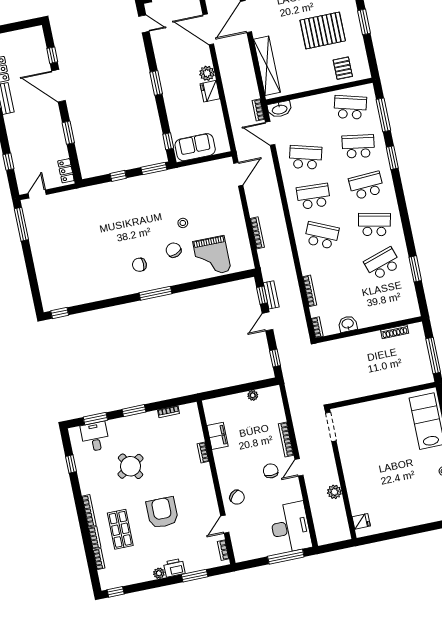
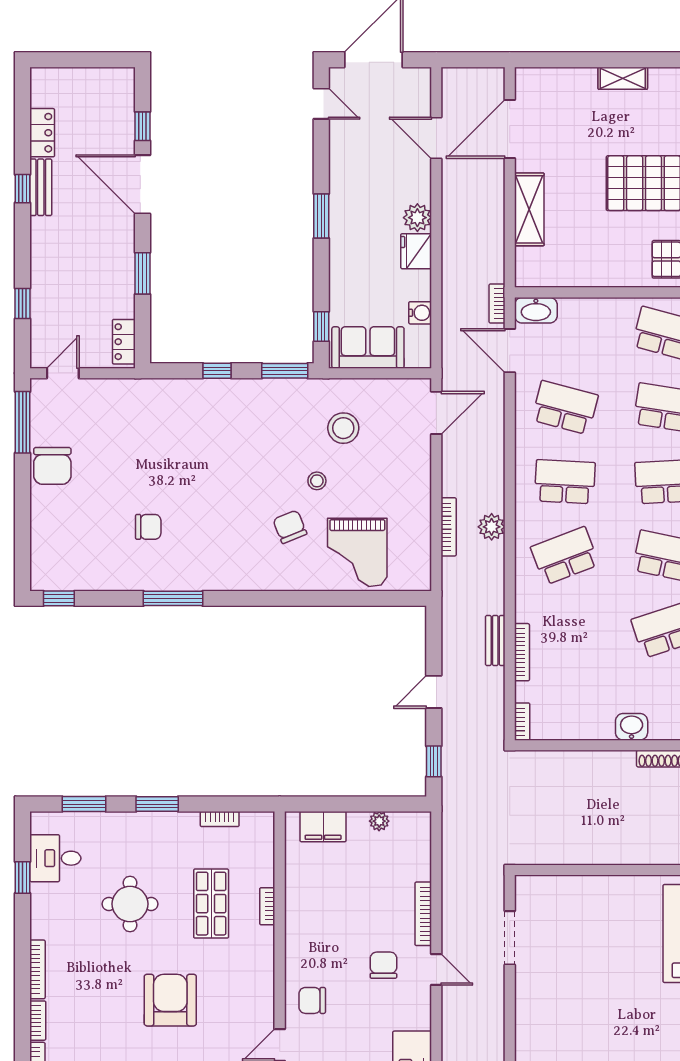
door: (208, 29) -> (436, 138), width x0.73
shelving: (267, 66) -> (529, 209), width x0.68
water cooler: (219, 123) -> (420, 313), added
stool: (191, 192) -> (343, 428), added
school desk: (322, 235) -> (565, 556), turned -45
chair: (42, 244) -> (52, 466), added
chair: (139, 265) -> (148, 527), moved, turned 180
window: (156, 293) -> (173, 598), moved
window: (262, 295) -> (434, 642), removed
bench: (271, 295) -> (495, 640), moved
washbasin: (348, 324) -> (632, 727), moved
doorway: (331, 427) -> (510, 938), moved
filing cabinet: (217, 436) -> (323, 827), moved, turned 90
desk: (95, 437) -> (55, 858), moved, turned -90
round table: (131, 466) -> (130, 904), turned 32
door: (299, 467) -> (436, 969), swing flipped
plant: (334, 492) -> (492, 527), moved
chair: (237, 497) -> (312, 1000), turned 135
shop shelf: (120, 529) -> (211, 904), moved

